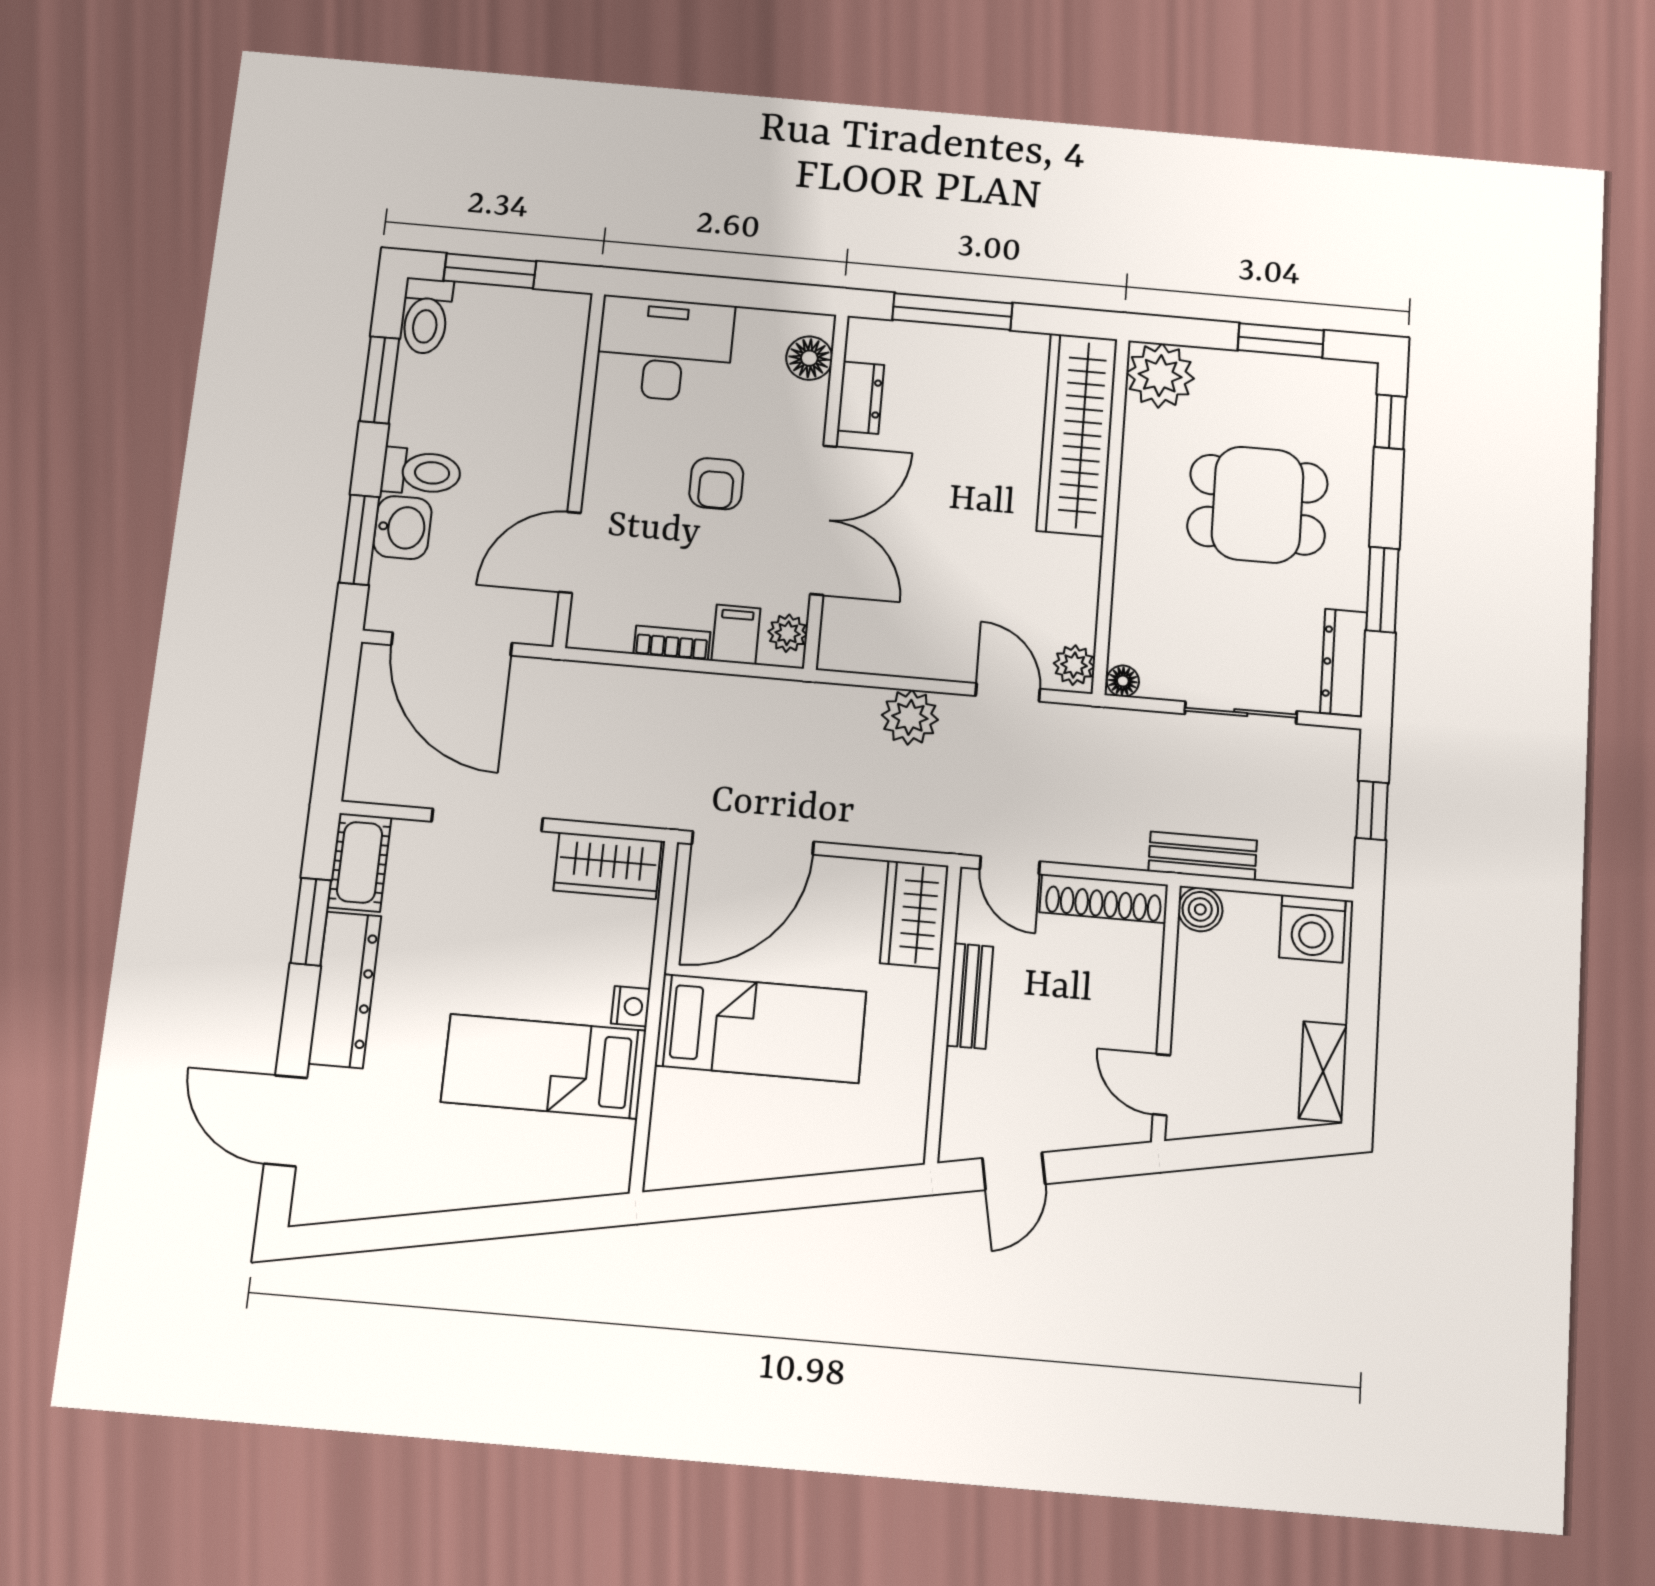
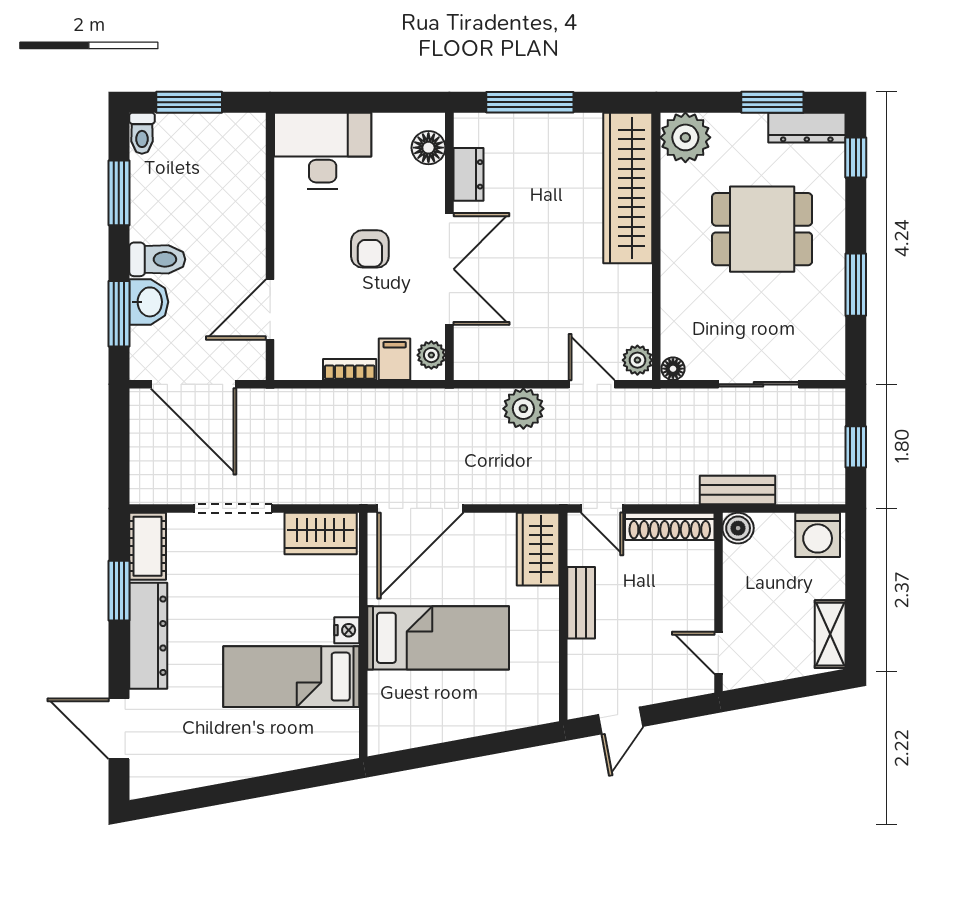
toilet: (426, 316) -> (142, 133), width x0.73, depth x0.72
dresser: (1344, 662) -> (807, 128), moved, turned -90

